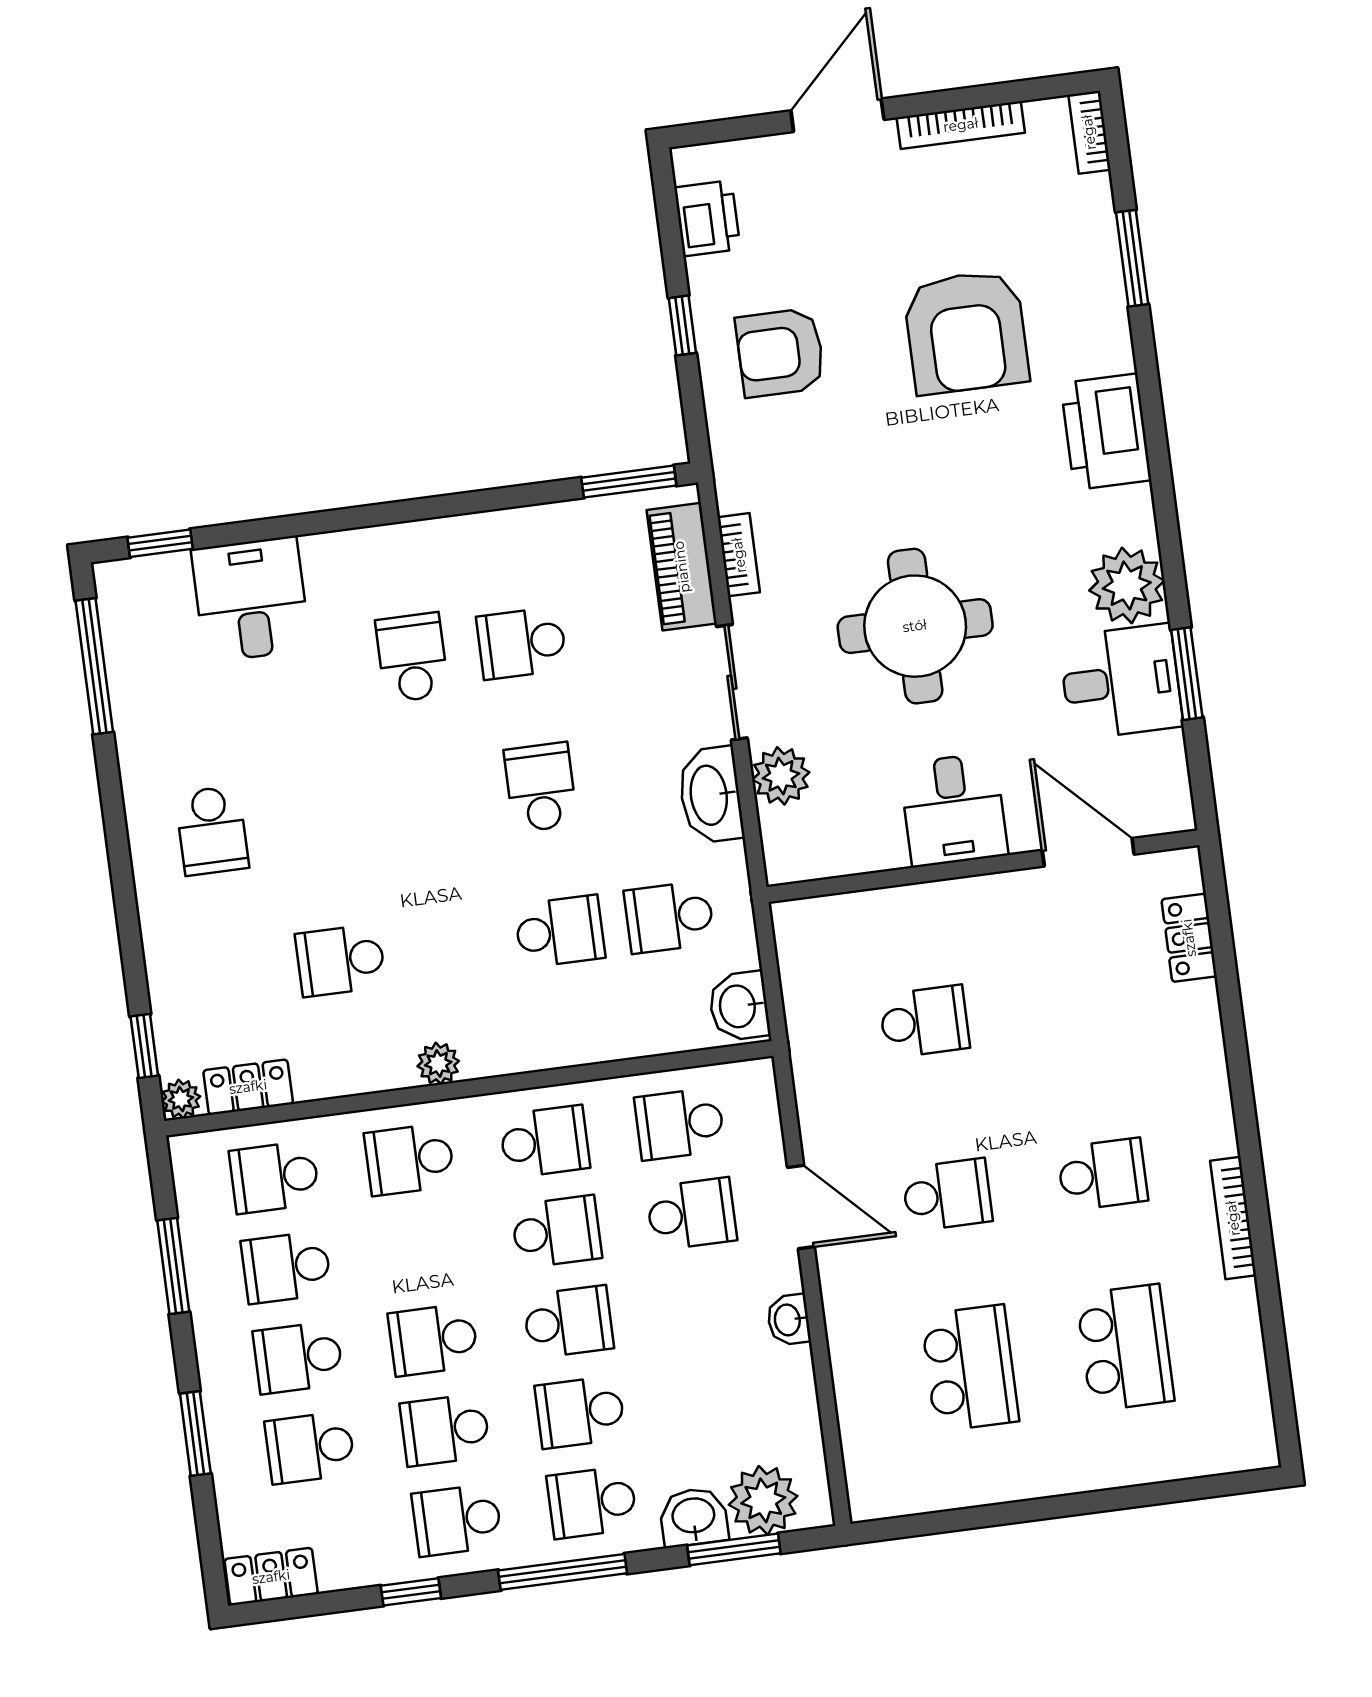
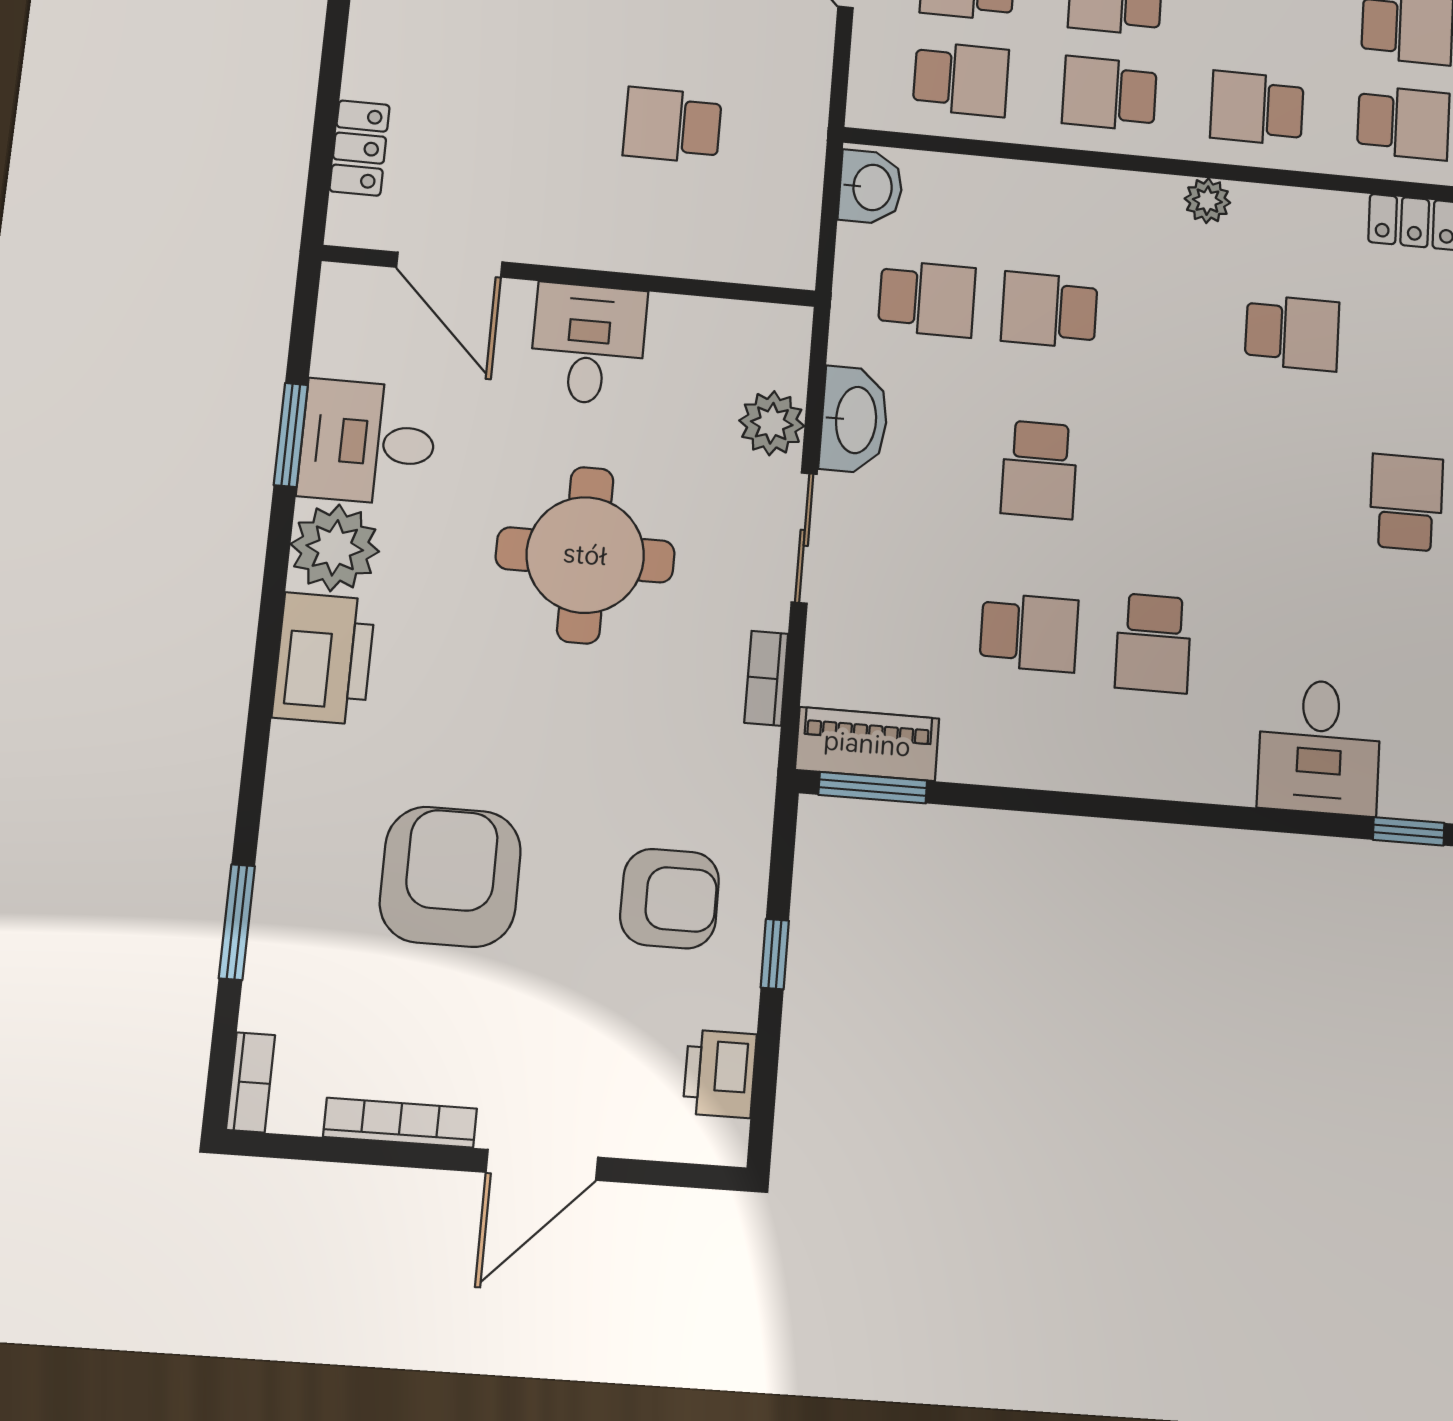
printer: (1106, 432) -> (324, 658), moved
piano: (682, 567) -> (867, 744), moved, turned -90
school desk: (409, 1159) -> (1257, 108), turned 180

